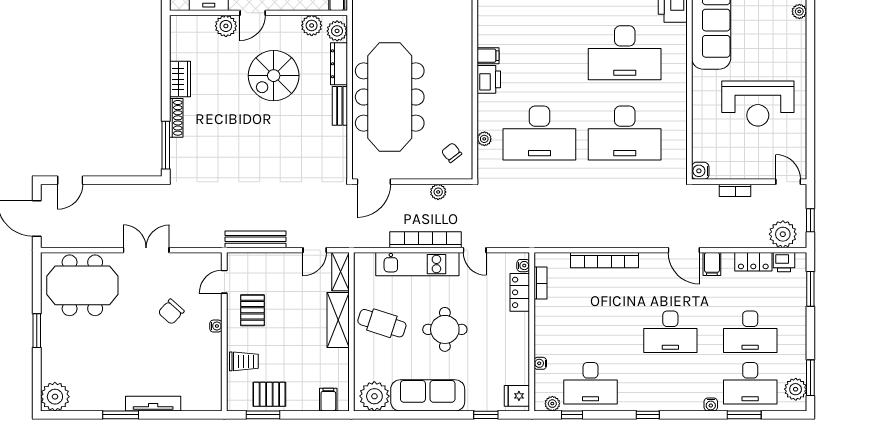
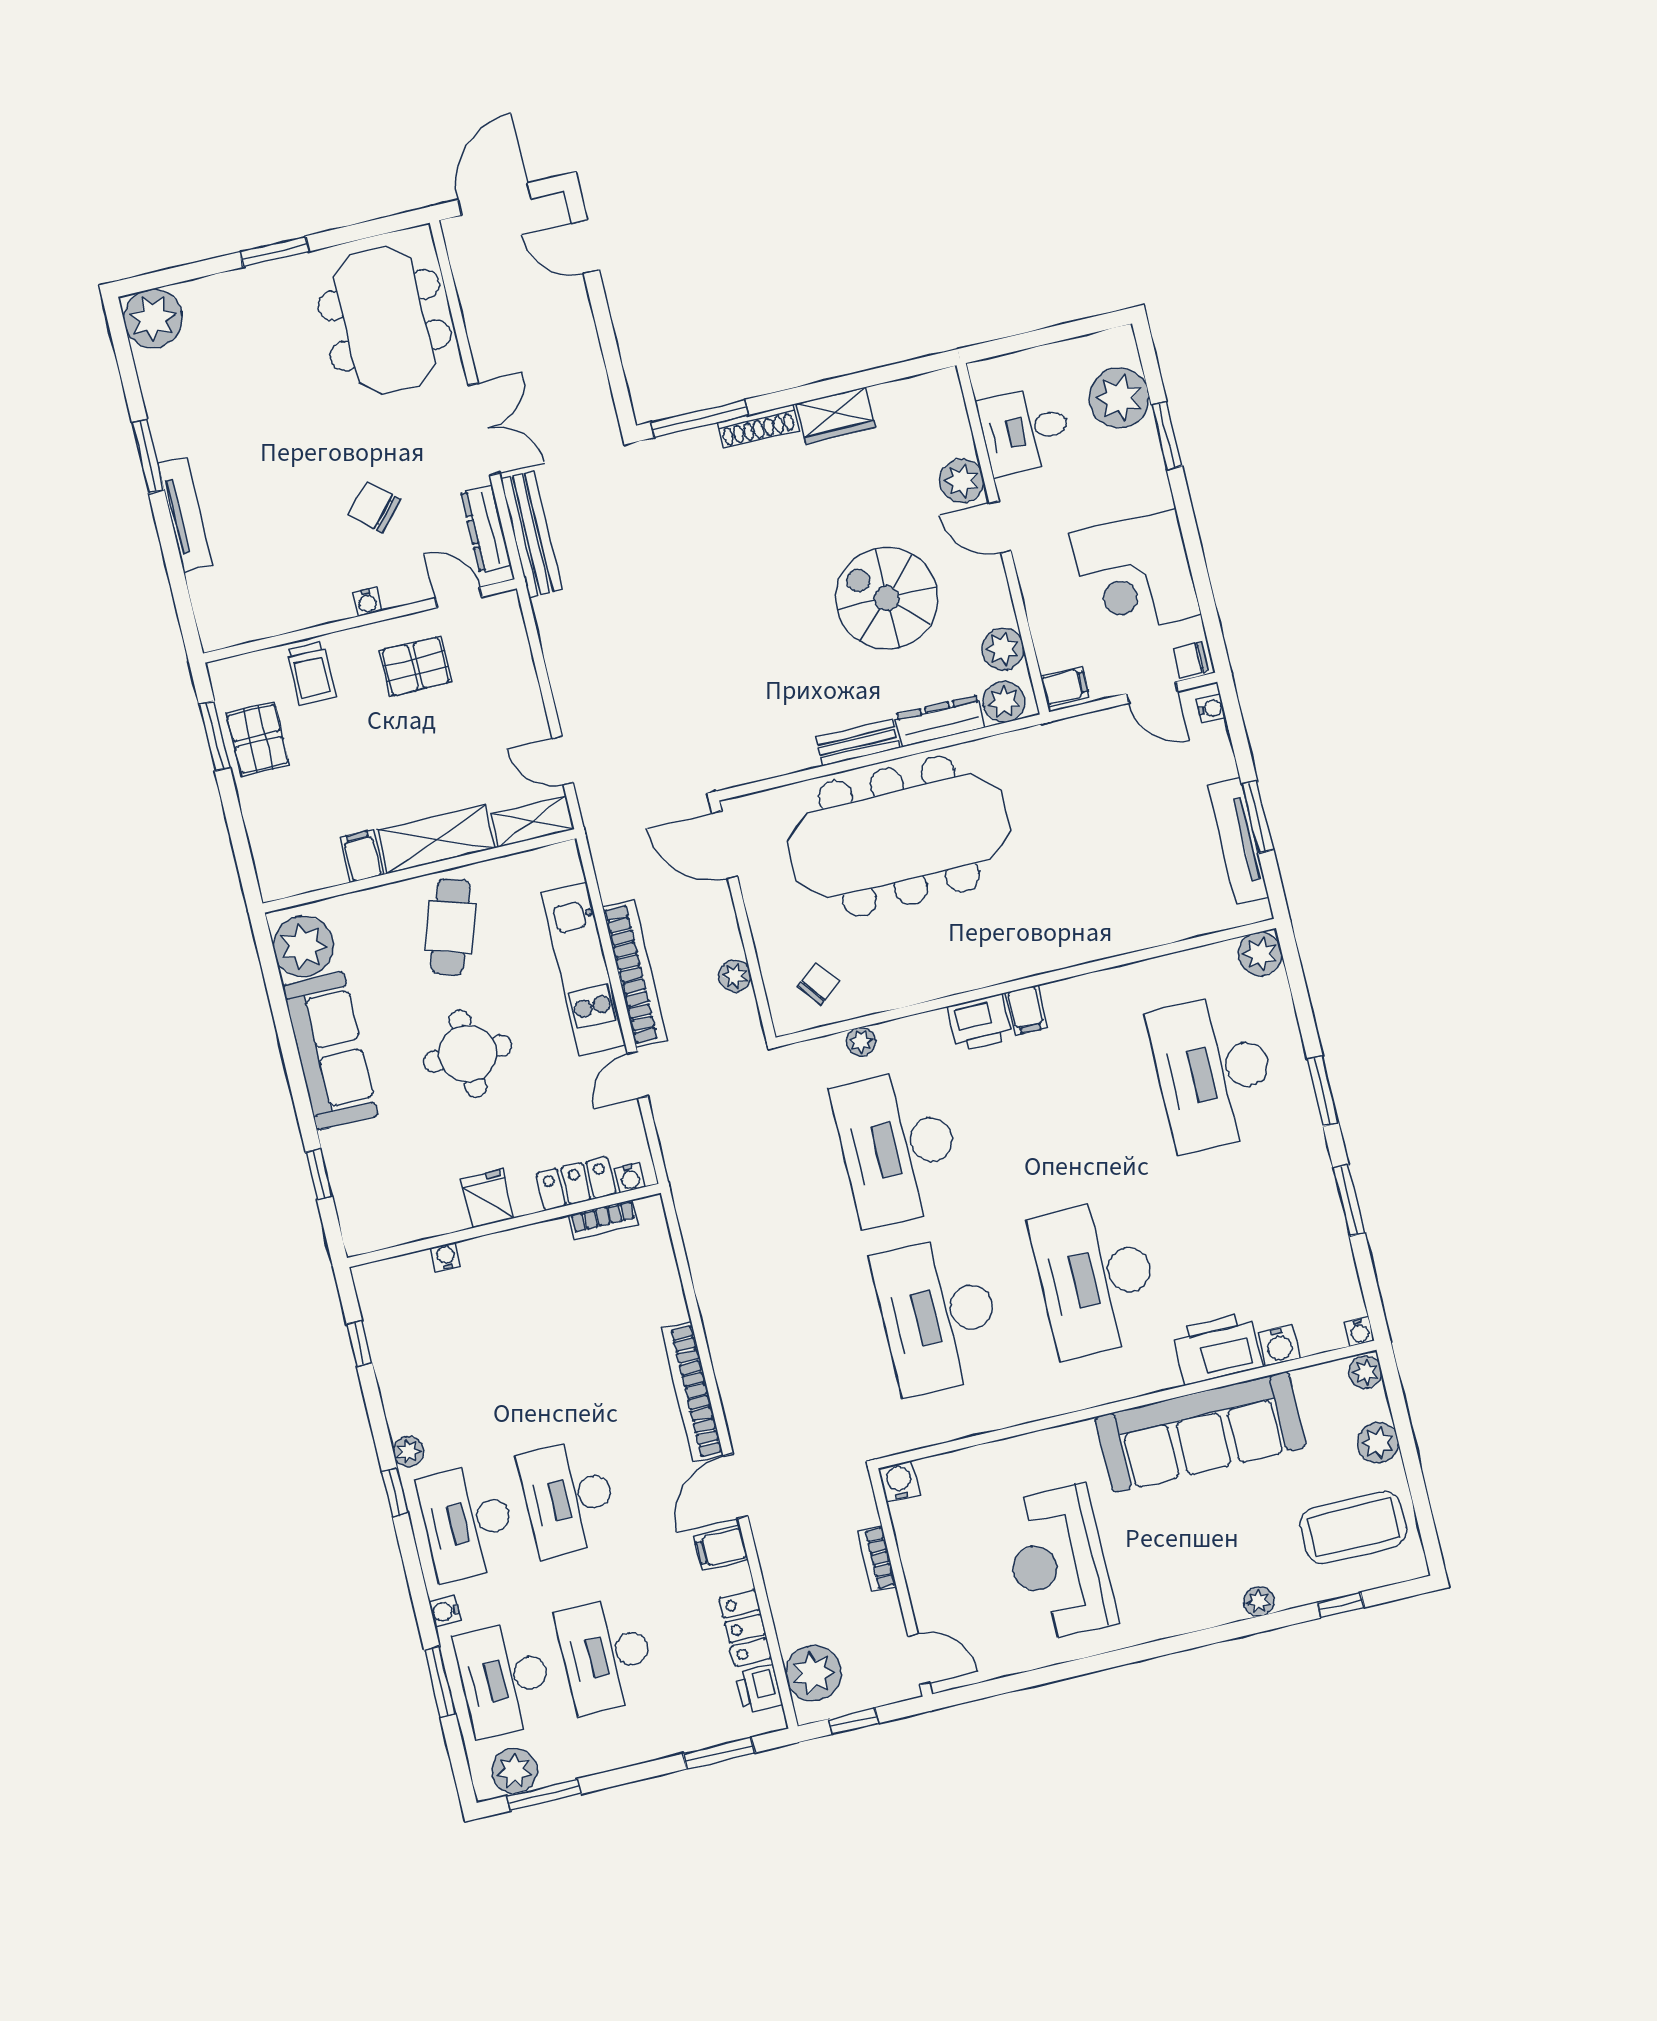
door: (788, 182) -> (919, 1659), hinge flipped
bench: (256, 239) -> (531, 534), moved
dresser: (194, 260) -> (486, 529), added
bookcase: (604, 260) -> (692, 1392), moved
desk: (590, 383) -> (468, 1522), moved
fridge: (517, 396) -> (488, 1199), moved
filing cabinet: (328, 400) -> (362, 856), moved, turned -90
plant: (552, 404) -> (409, 1452), moved

